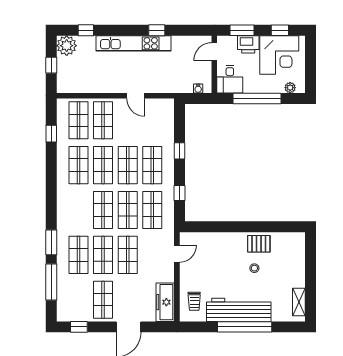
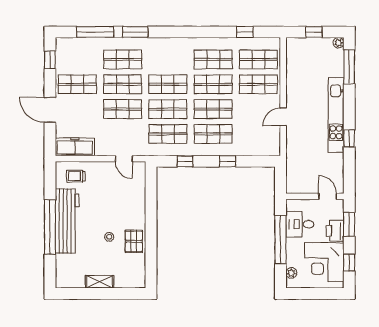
window: (86, 30) -> (349, 67), width x2.17
plant: (67, 46) -> (338, 43), width x0.53, depth x0.53
desk: (230, 79) -> (300, 224), moved
water cooler: (198, 89) -> (290, 180), removed
shelving: (299, 302) -> (100, 282), moved

